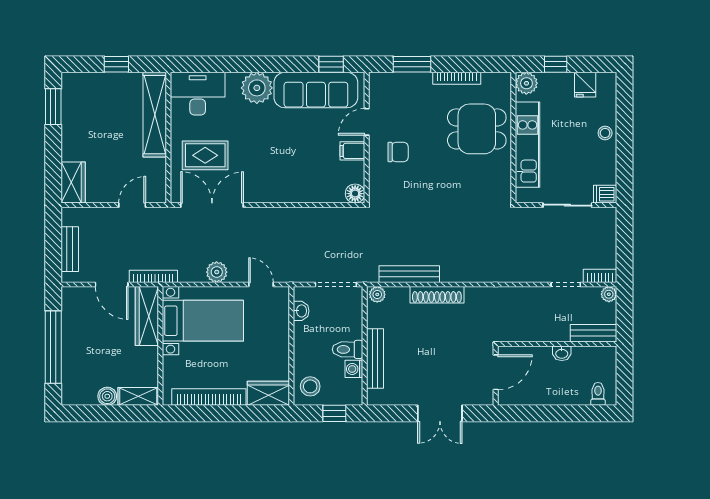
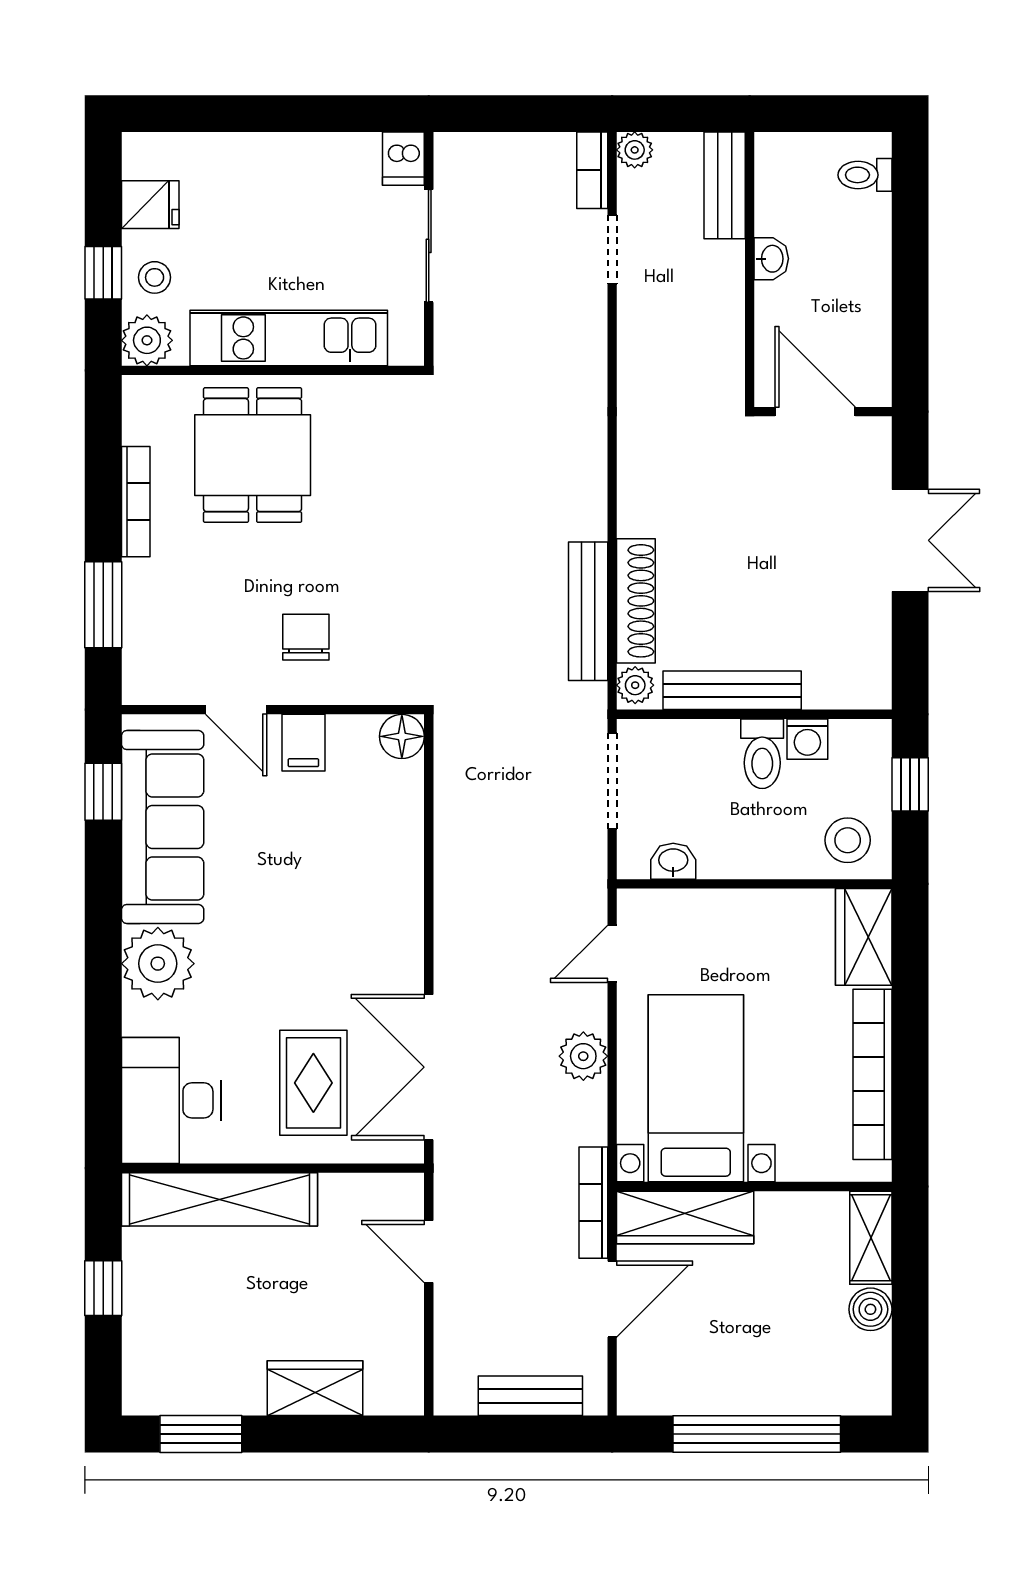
stool: (605, 133) -> (155, 277), moved
wardrobe: (73, 183) -> (315, 1388), moved
shoe rack: (437, 295) -> (636, 601), moved
bench: (375, 359) -> (732, 690), moved

